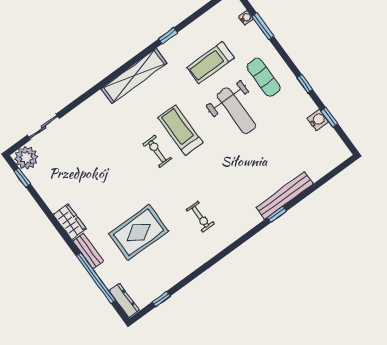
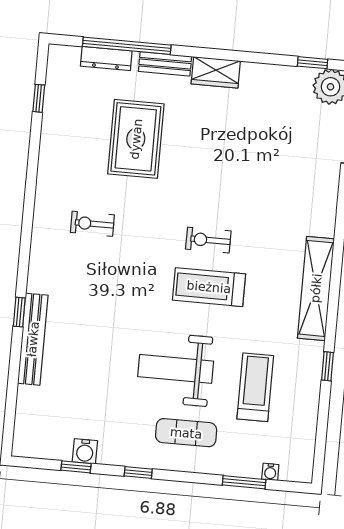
treadmill: (180, 130) -> (209, 287), turned 180
exercise bike: (157, 151) -> (208, 240), turned 180
dresser: (124, 301) -> (106, 59), moved

